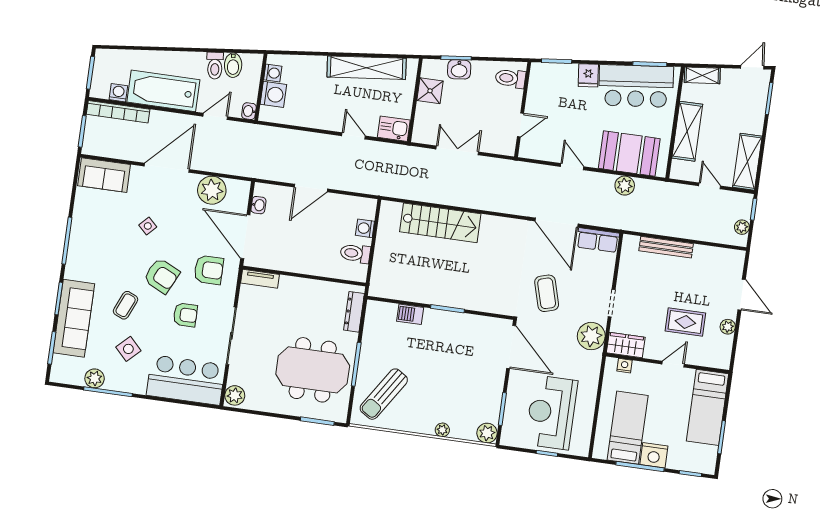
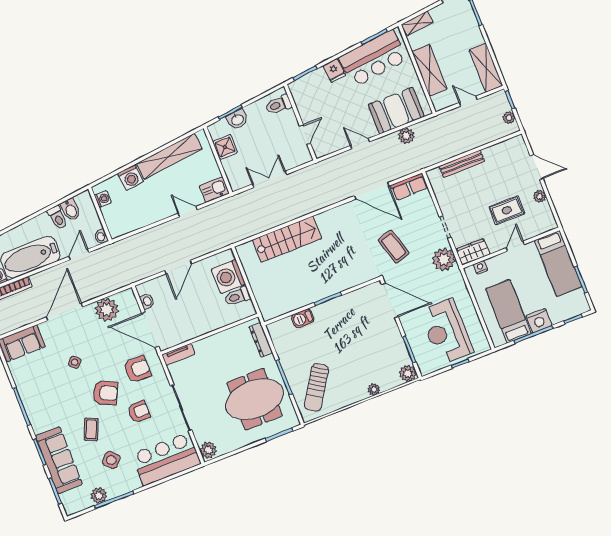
washing machine: (273, 94) -> (131, 178), moved, turned 84
washing machine: (365, 228) -> (228, 277), width x1.89, depth x1.89

